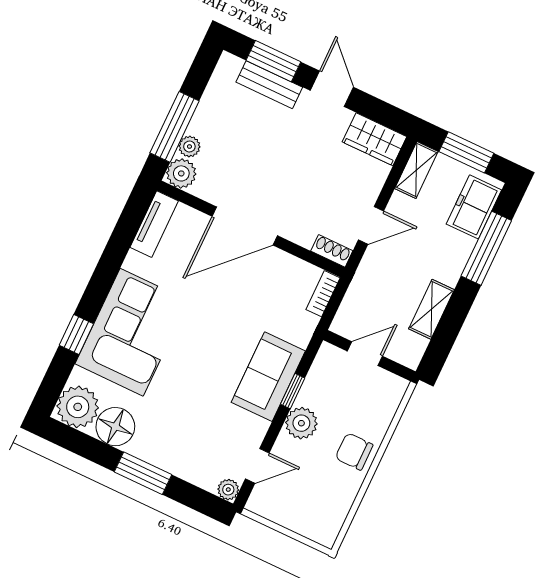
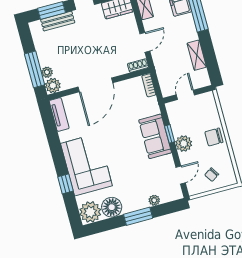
plant: (228, 490) -> (154, 200), moved
chair: (304, 504) -> (212, 175), added

